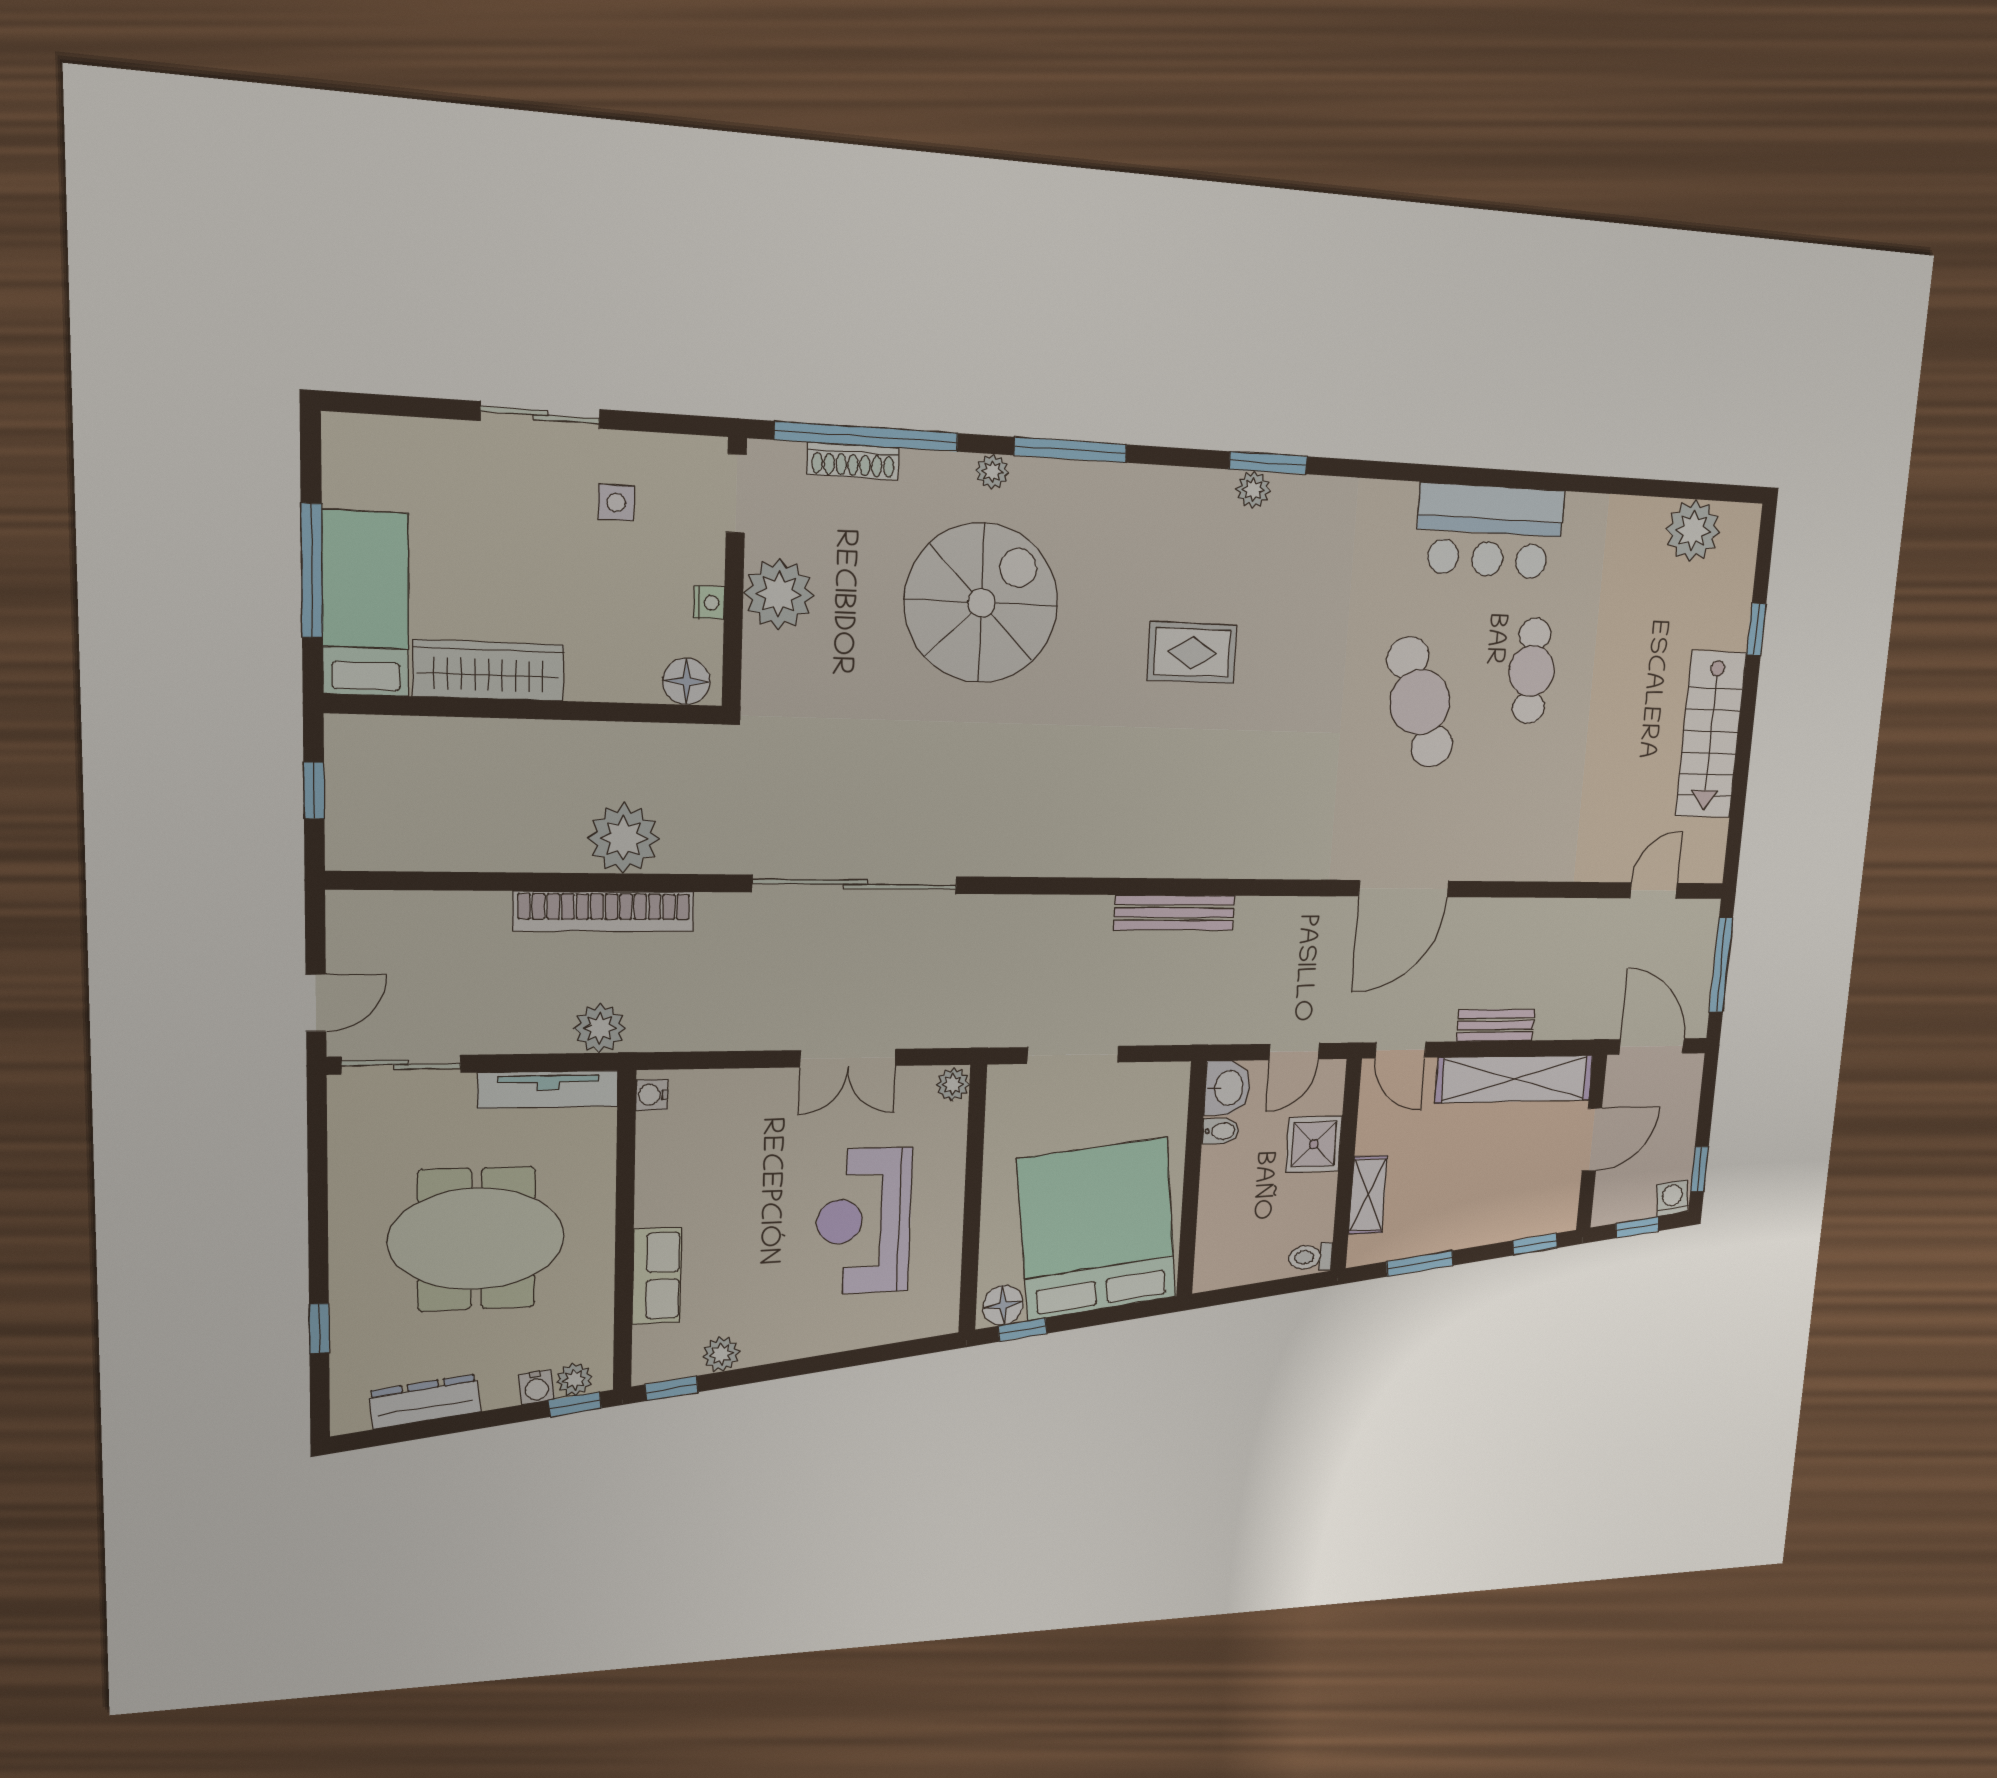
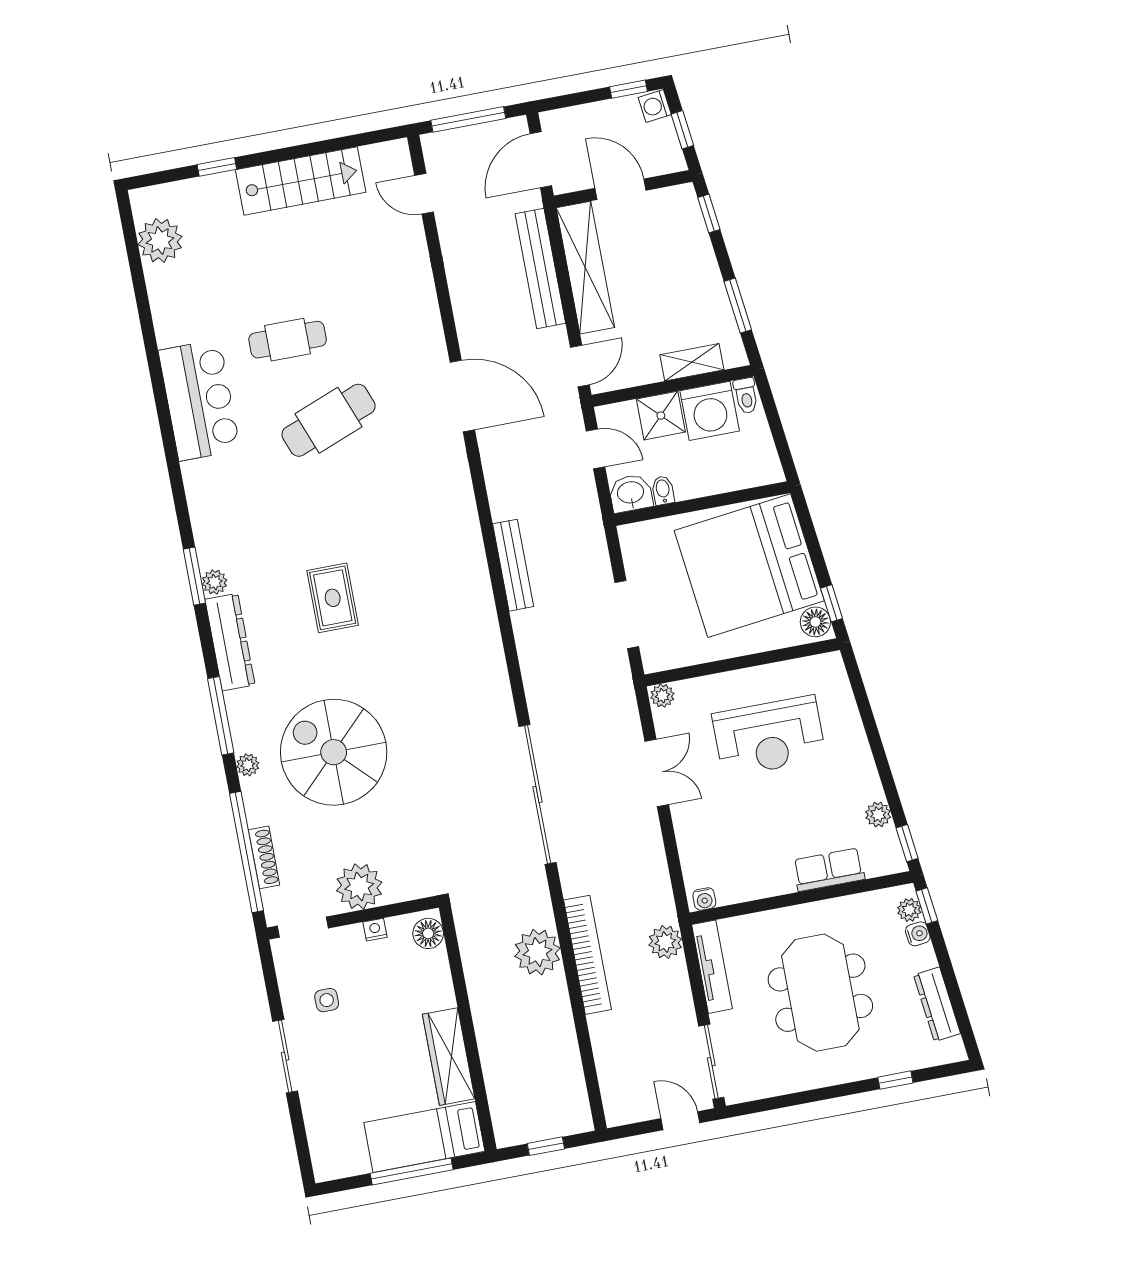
dresser: (1168, 490) -> (230, 642), added
bench: (1496, 1025) -> (540, 268), width x1.86, depth x1.21
washing machine: (1304, 1208) -> (710, 411), added

